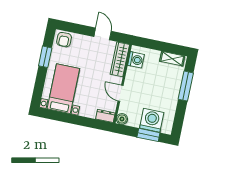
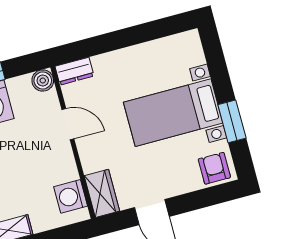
wardrobe: (120, 59) -> (102, 193), width x0.67
bed with nightstands: (63, 89) -> (173, 113), moved, turned 90

